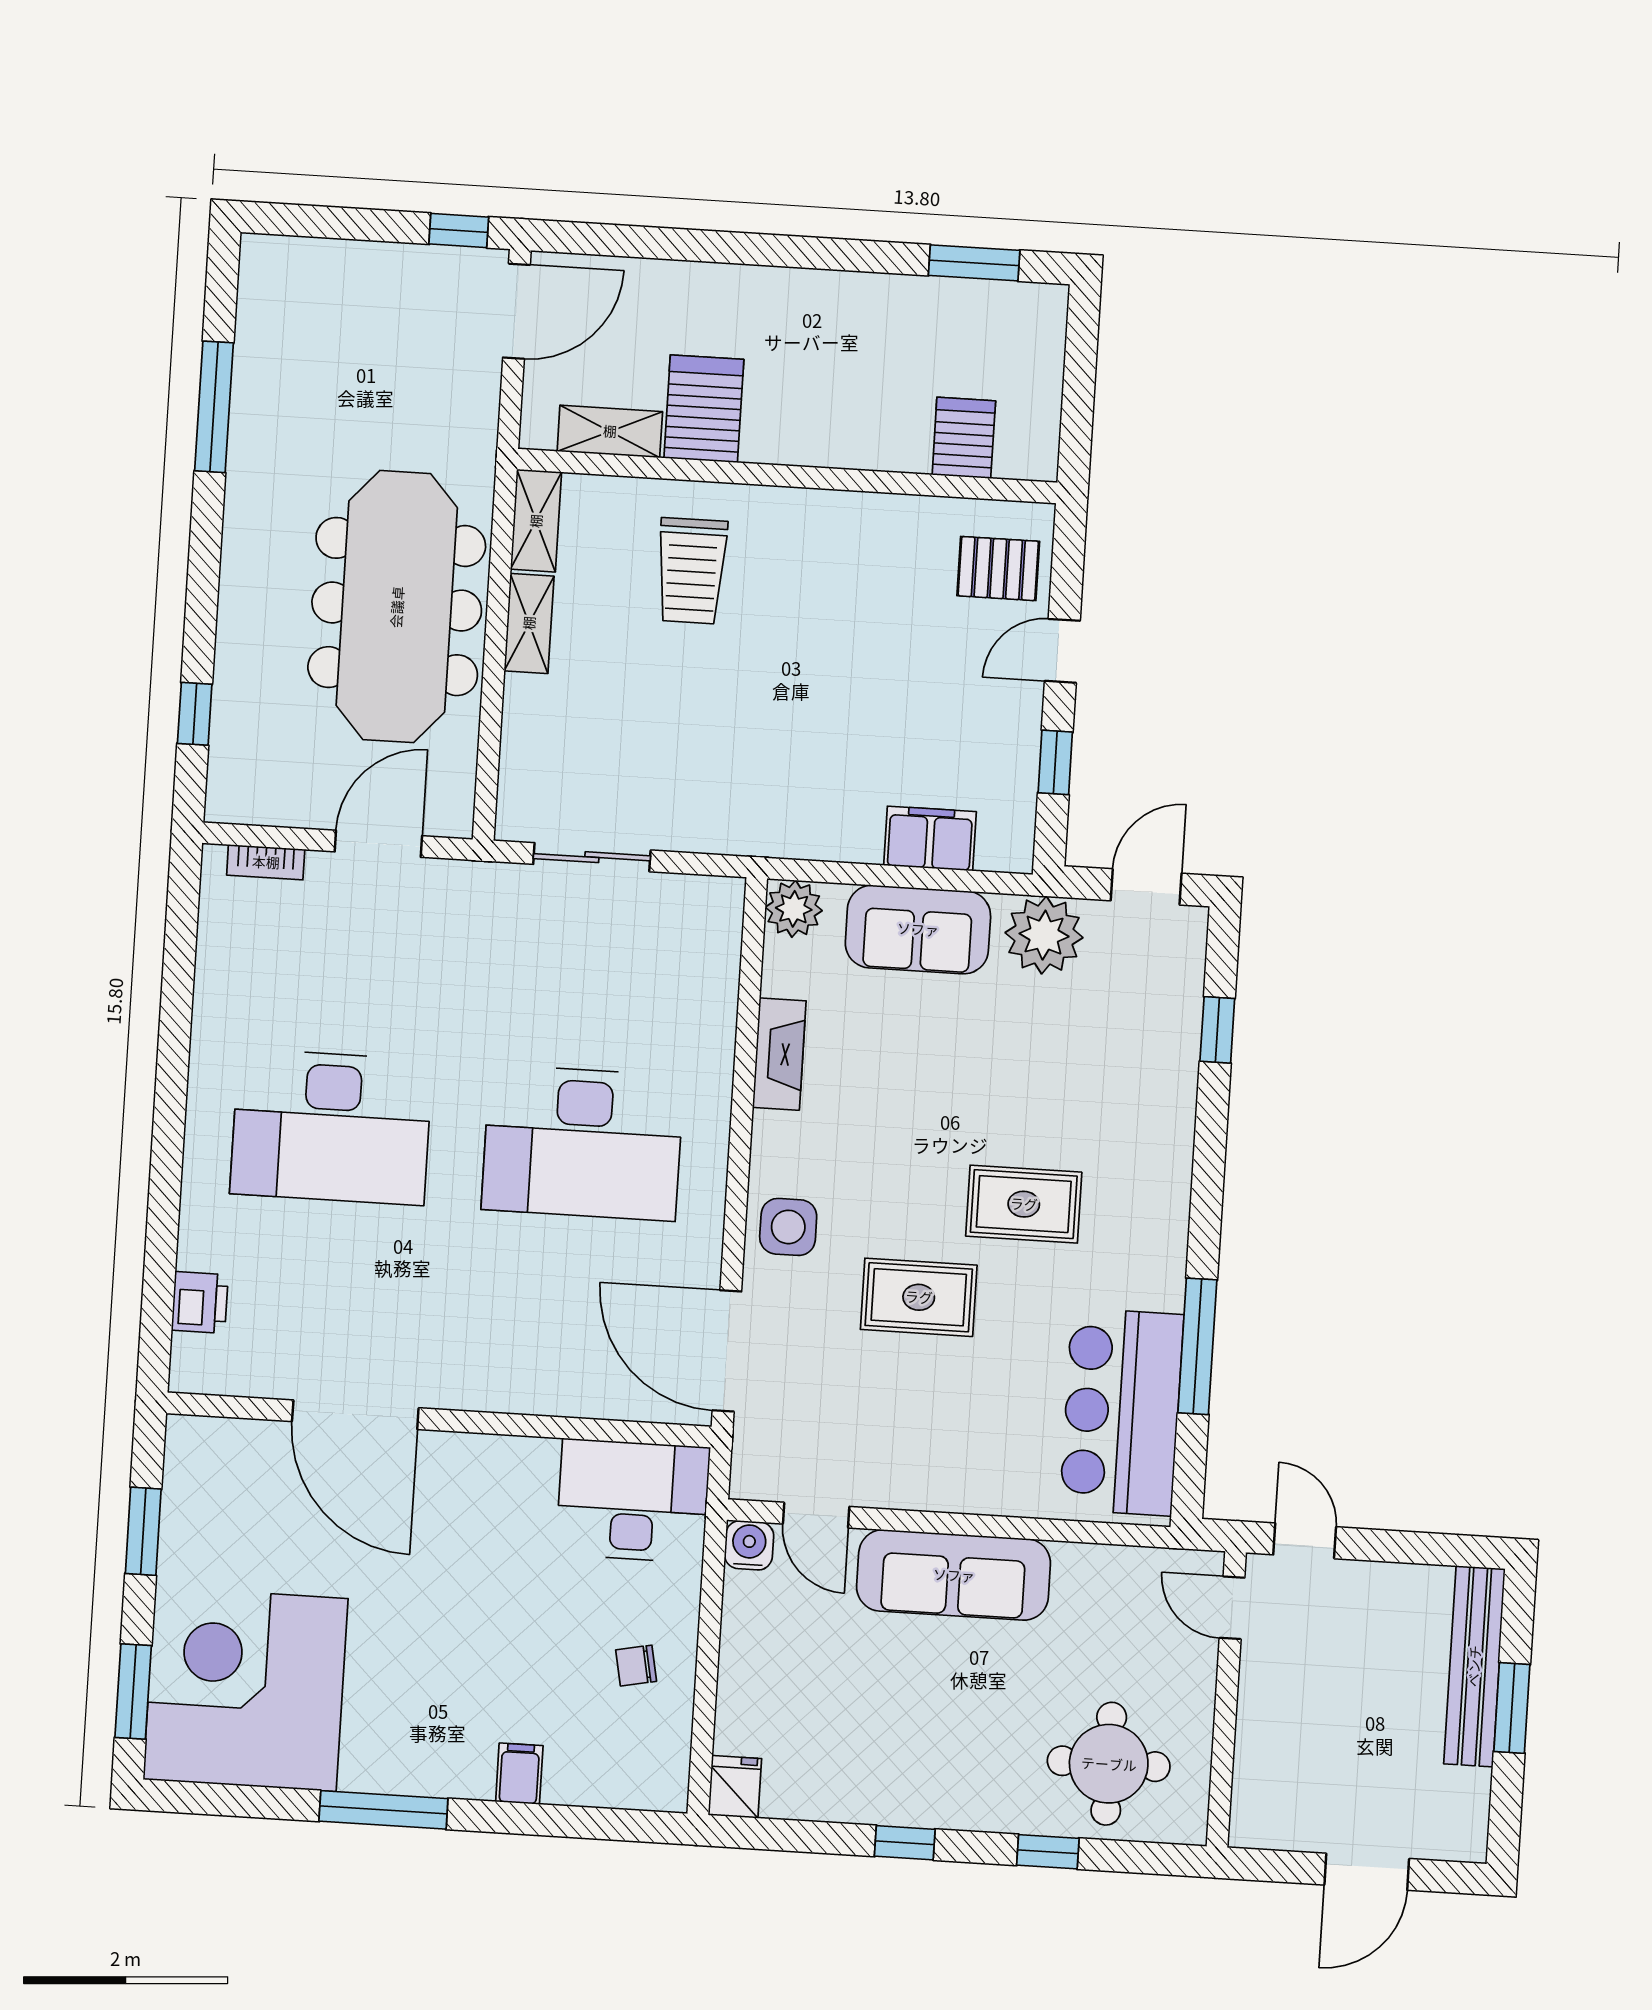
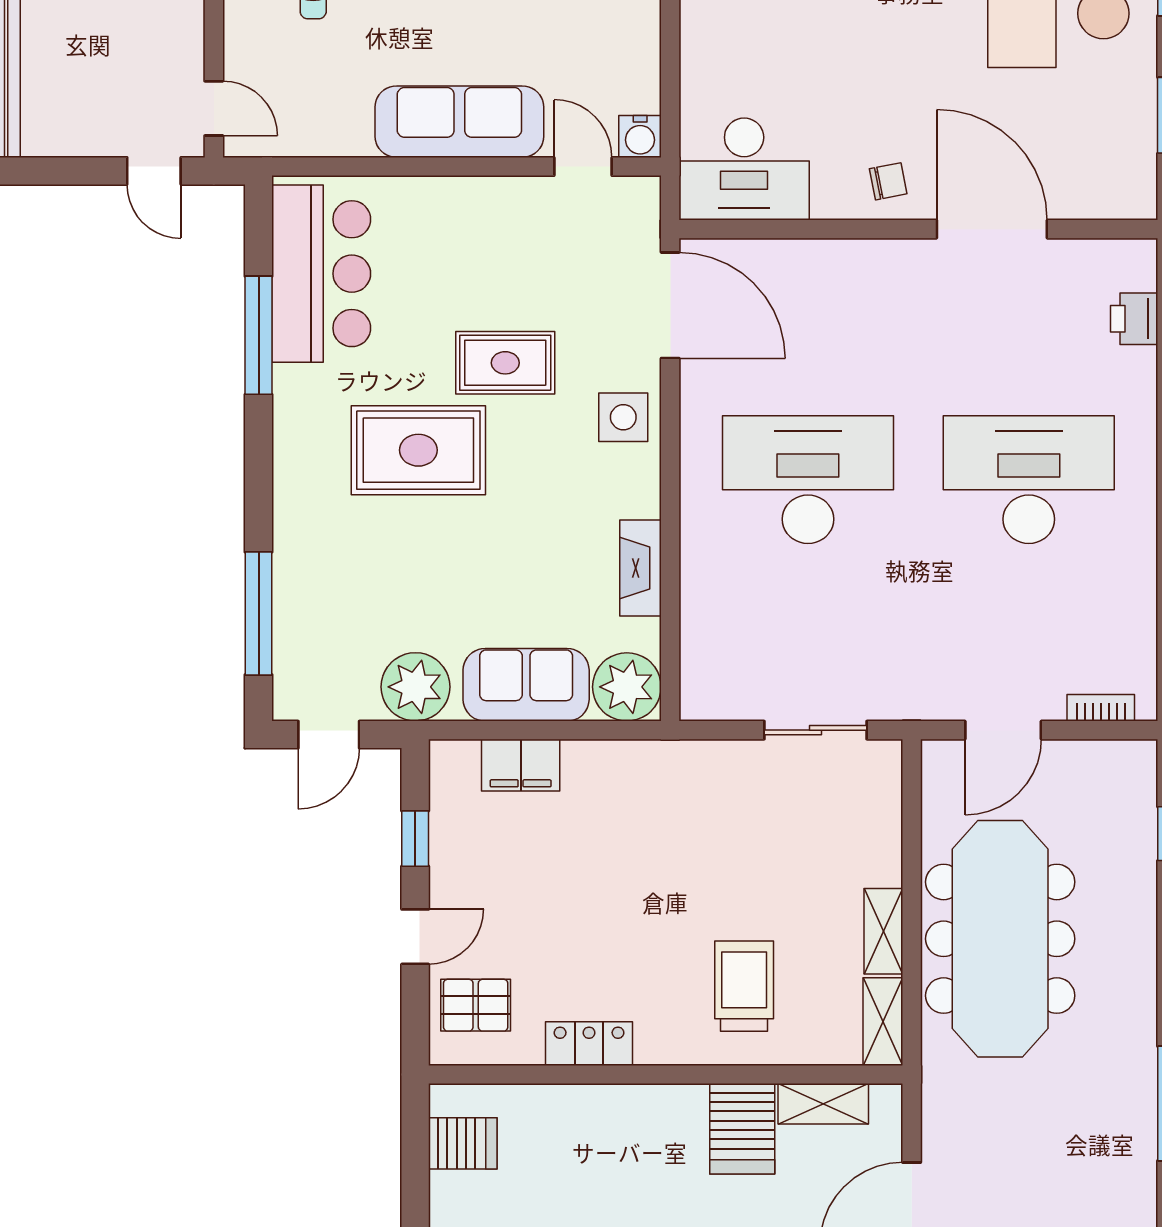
server rack: (964, 438) -> (463, 1143), moved, turned -90
locker: (872, 517) -> (589, 1044), added
plant: (794, 909) -> (627, 687), width x1.36, depth x1.36
window: (1217, 1030) -> (259, 613), width x2.17
rug: (1024, 1204) -> (418, 450), width x1.36, depth x1.43
chair: (636, 1666) -> (888, 181), moved

